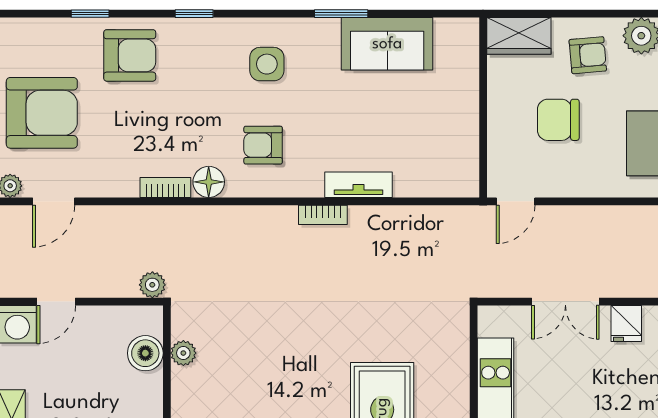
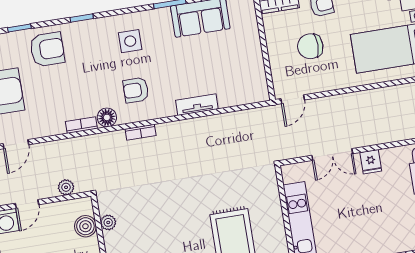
bookcase: (323, 215) -> (141, 132), moved
plant: (152, 285) -> (66, 187), moved

